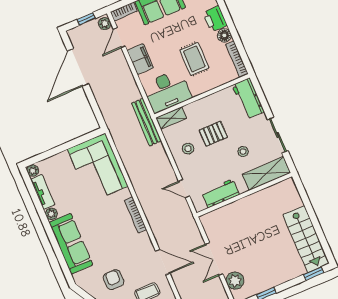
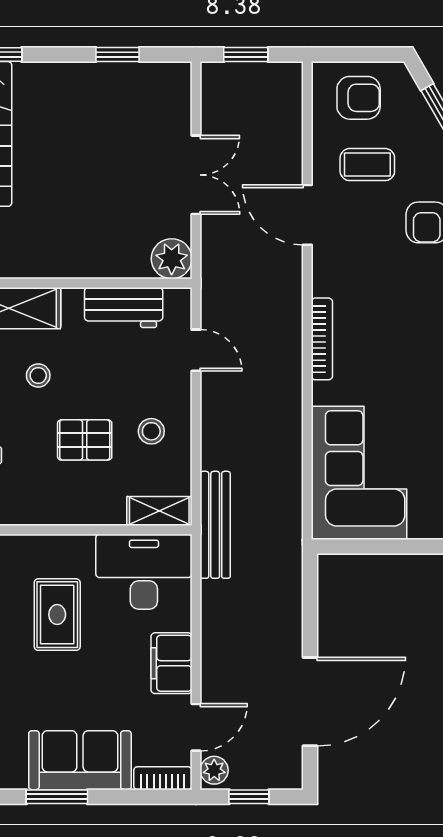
plant: (235, 281) -> (172, 259), moved

